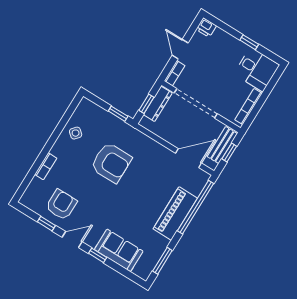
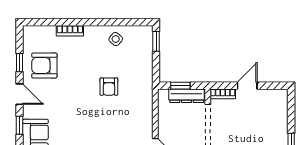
printer: (206, 28) -> (281, 97), removed
window: (118, 114) -> (156, 41), moved
armchair: (111, 163) -> (109, 87), width x0.53, depth x0.53
armchair: (61, 205) -> (44, 65), turned 180

